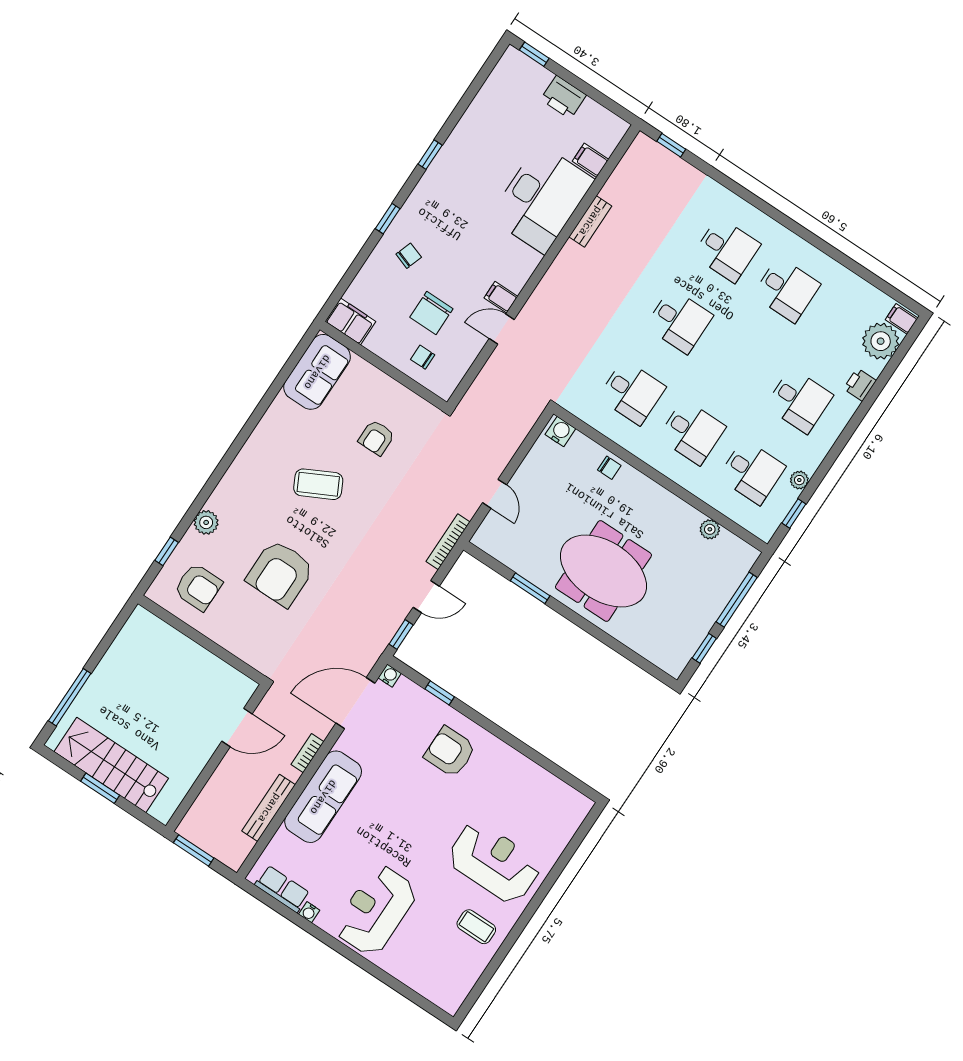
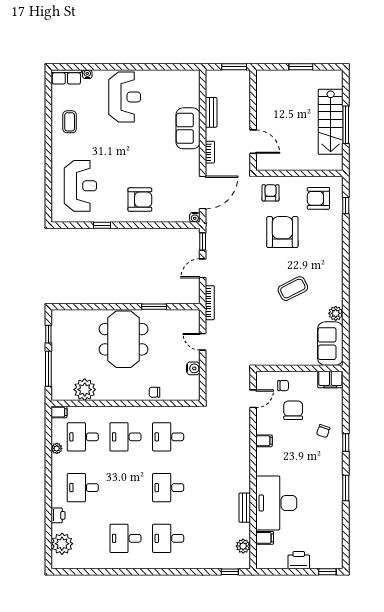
window: (430, 155) -> (346, 488), width x1.50
plant: (628, 169) -> (243, 546), added
filing cabinet: (902, 319) -> (59, 412), moved
door: (502, 329) -> (253, 399), moved
water cooler: (560, 432) -> (193, 368), moved, turned -90
armchair: (376, 438) -> (271, 193), moved
window: (794, 513) -> (48, 430), removed
plant: (206, 522) -> (336, 313), moved
plant: (710, 529) -> (85, 390), width x1.88, depth x1.88
meeting table: (603, 571) -> (123, 339), turned 90
window: (440, 693) -> (102, 225), moved
window: (70, 697) -> (346, 125), moved
door: (237, 728) -> (253, 142), swing flipped
stairs: (111, 765) -> (331, 122), moved, turned 90
sofa: (323, 797) -> (188, 128), width x0.73
bench: (269, 808) -> (211, 112), width x0.73
reception desk: (494, 862) -> (80, 186), moved, turned -90
row of seats: (282, 889) -> (66, 77), moved
water cooler: (309, 912) -> (87, 74), moved
coffee table: (476, 927) -> (70, 122), turned 90

